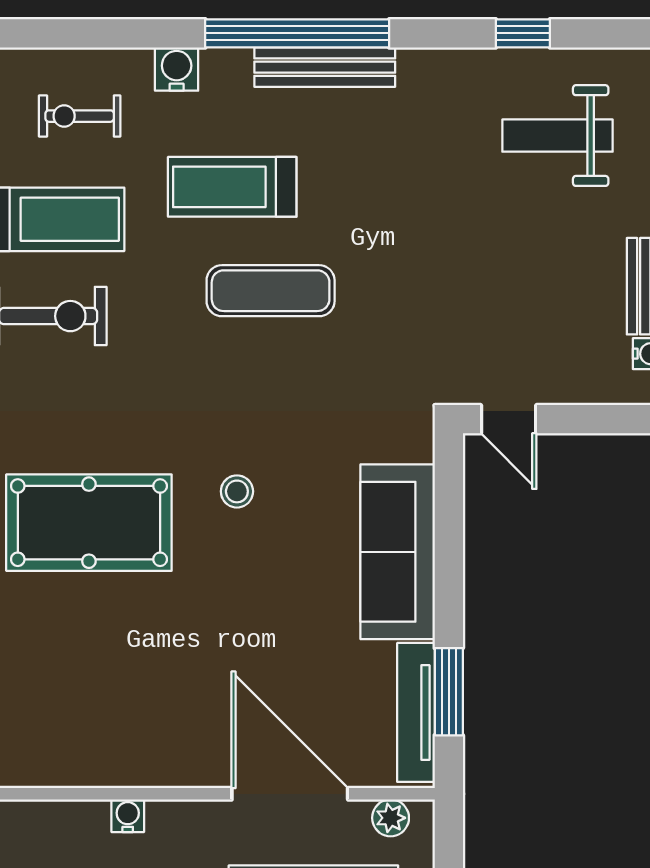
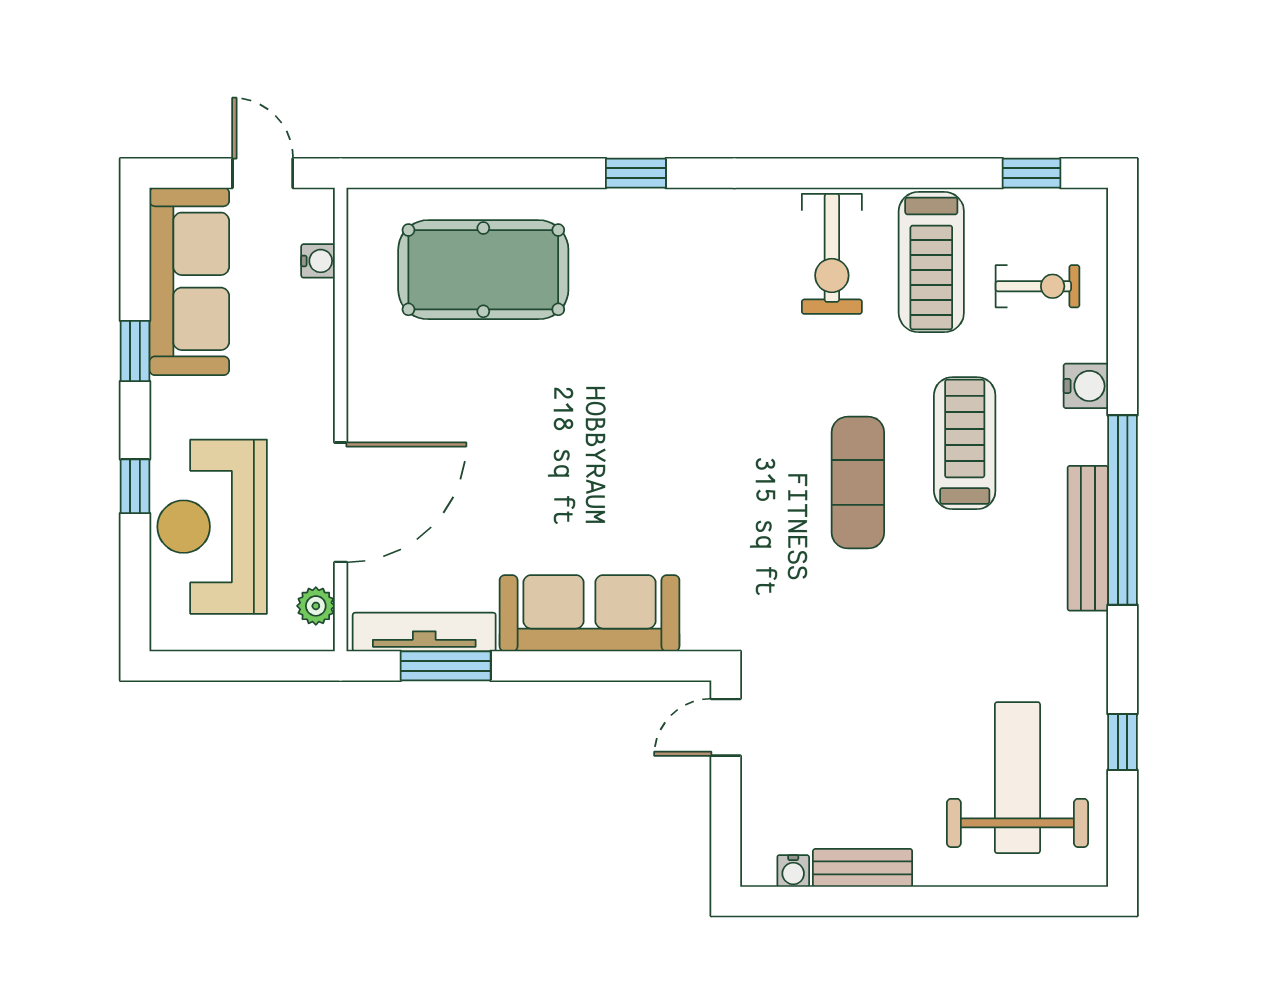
exercise bike: (80, 116) -> (1038, 286), turned 90
weight bench: (558, 136) -> (1017, 778), width x1.36, depth x1.33
stool: (237, 491) -> (652, 448), removed
pool table: (89, 523) -> (483, 270), moved, turned 90
water cooler: (128, 816) -> (318, 261), moved

